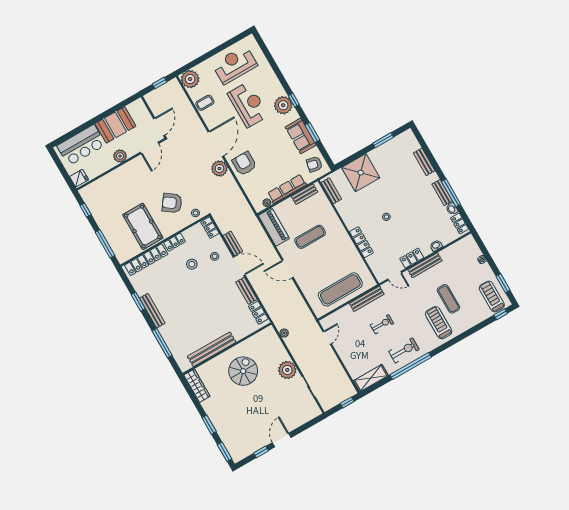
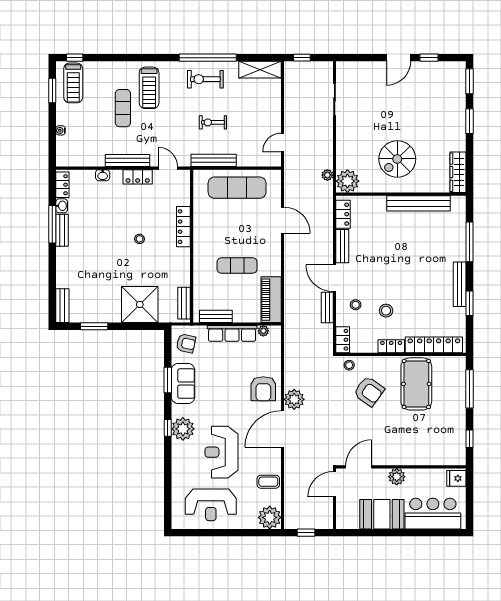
bench: (424, 162) -> (62, 306), moved
door: (288, 269) -> (283, 220), moved
plant: (287, 370) -> (347, 181), moved

